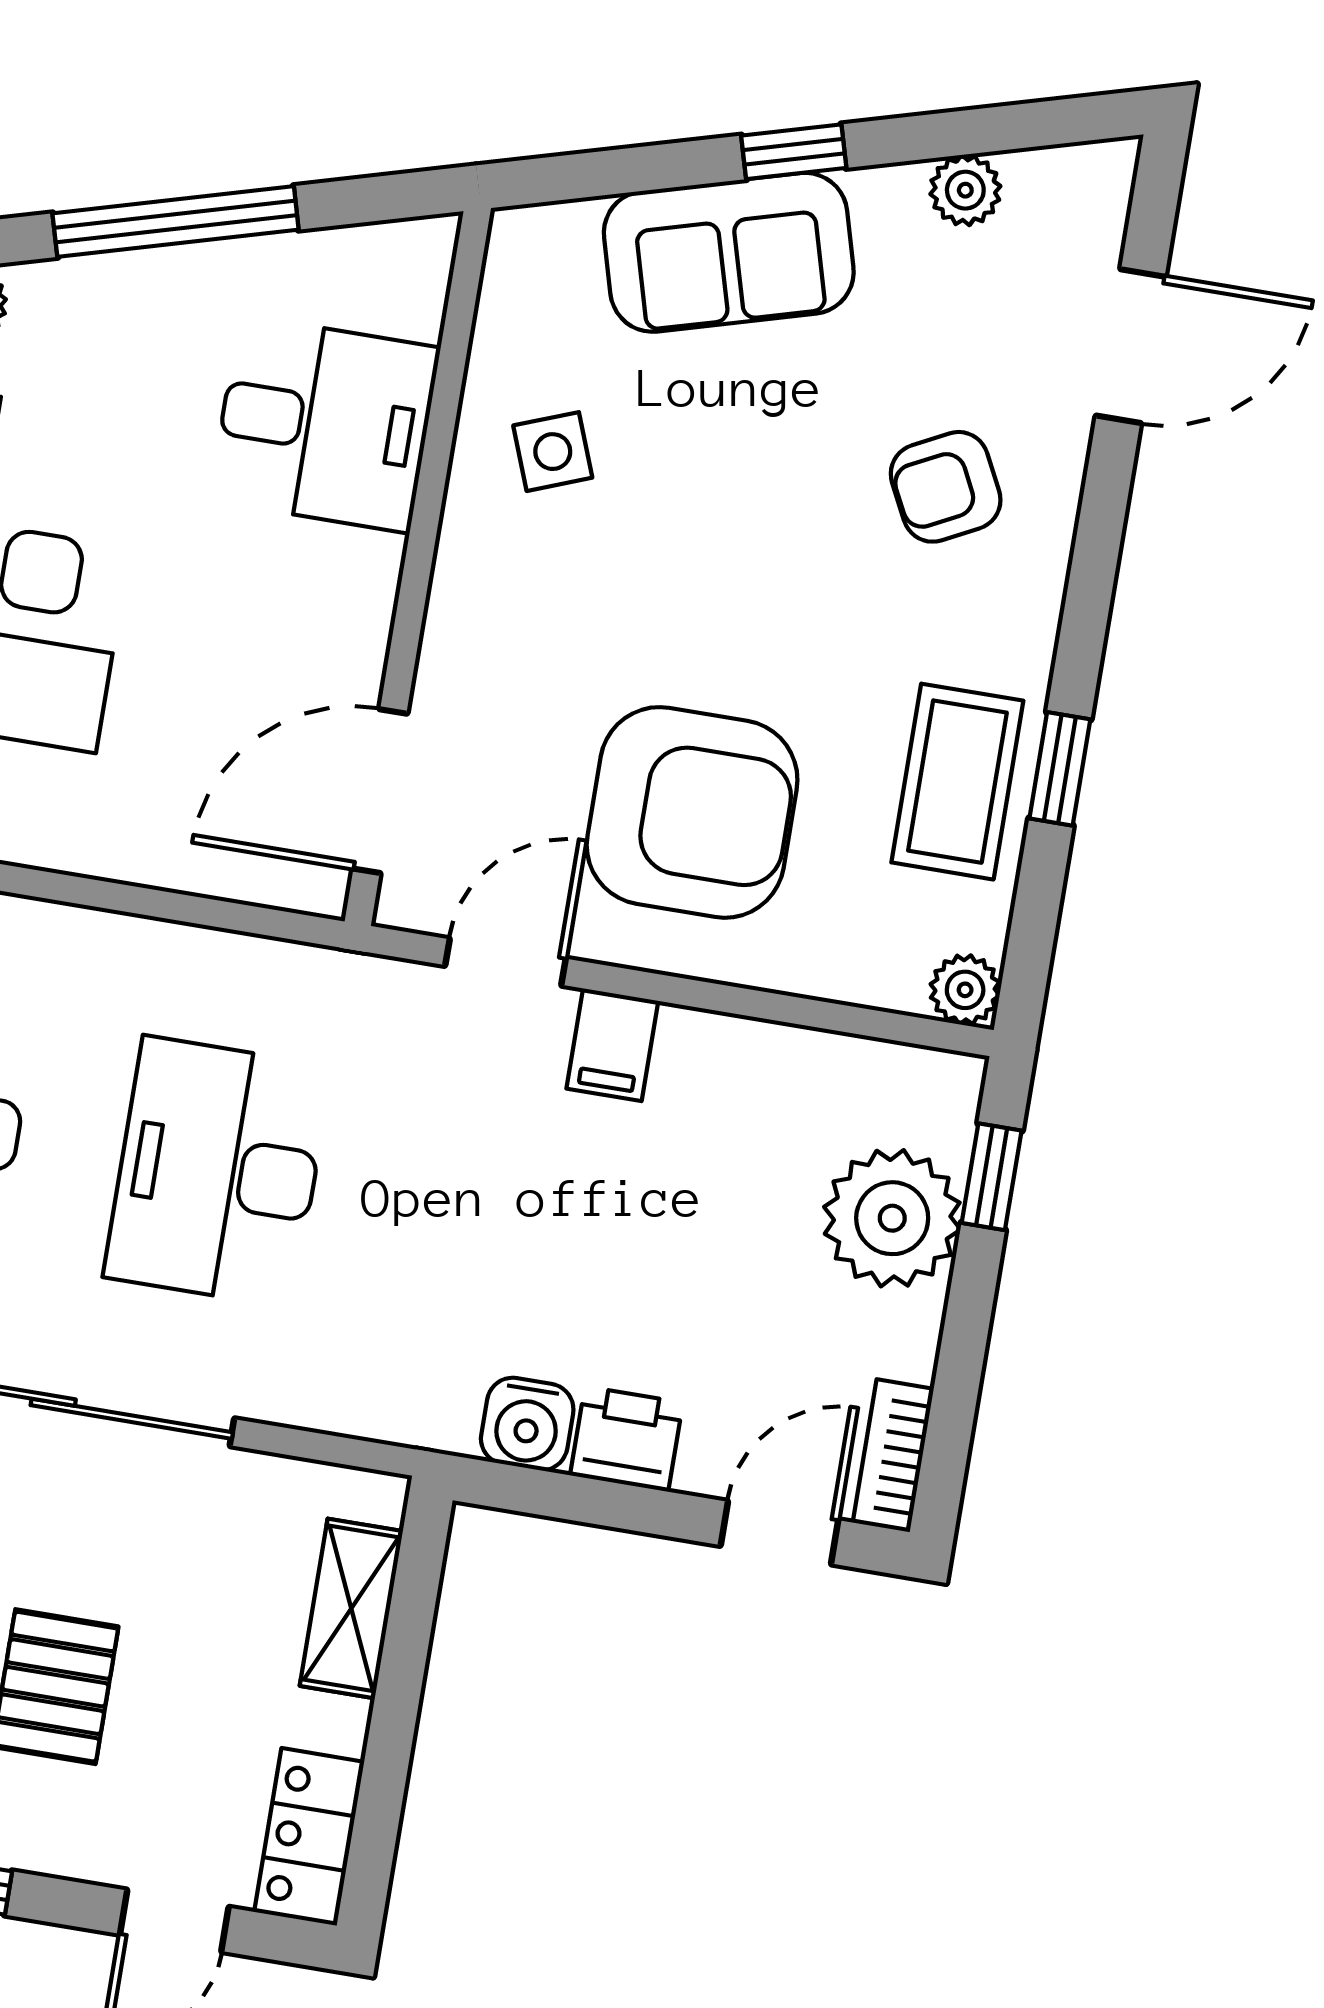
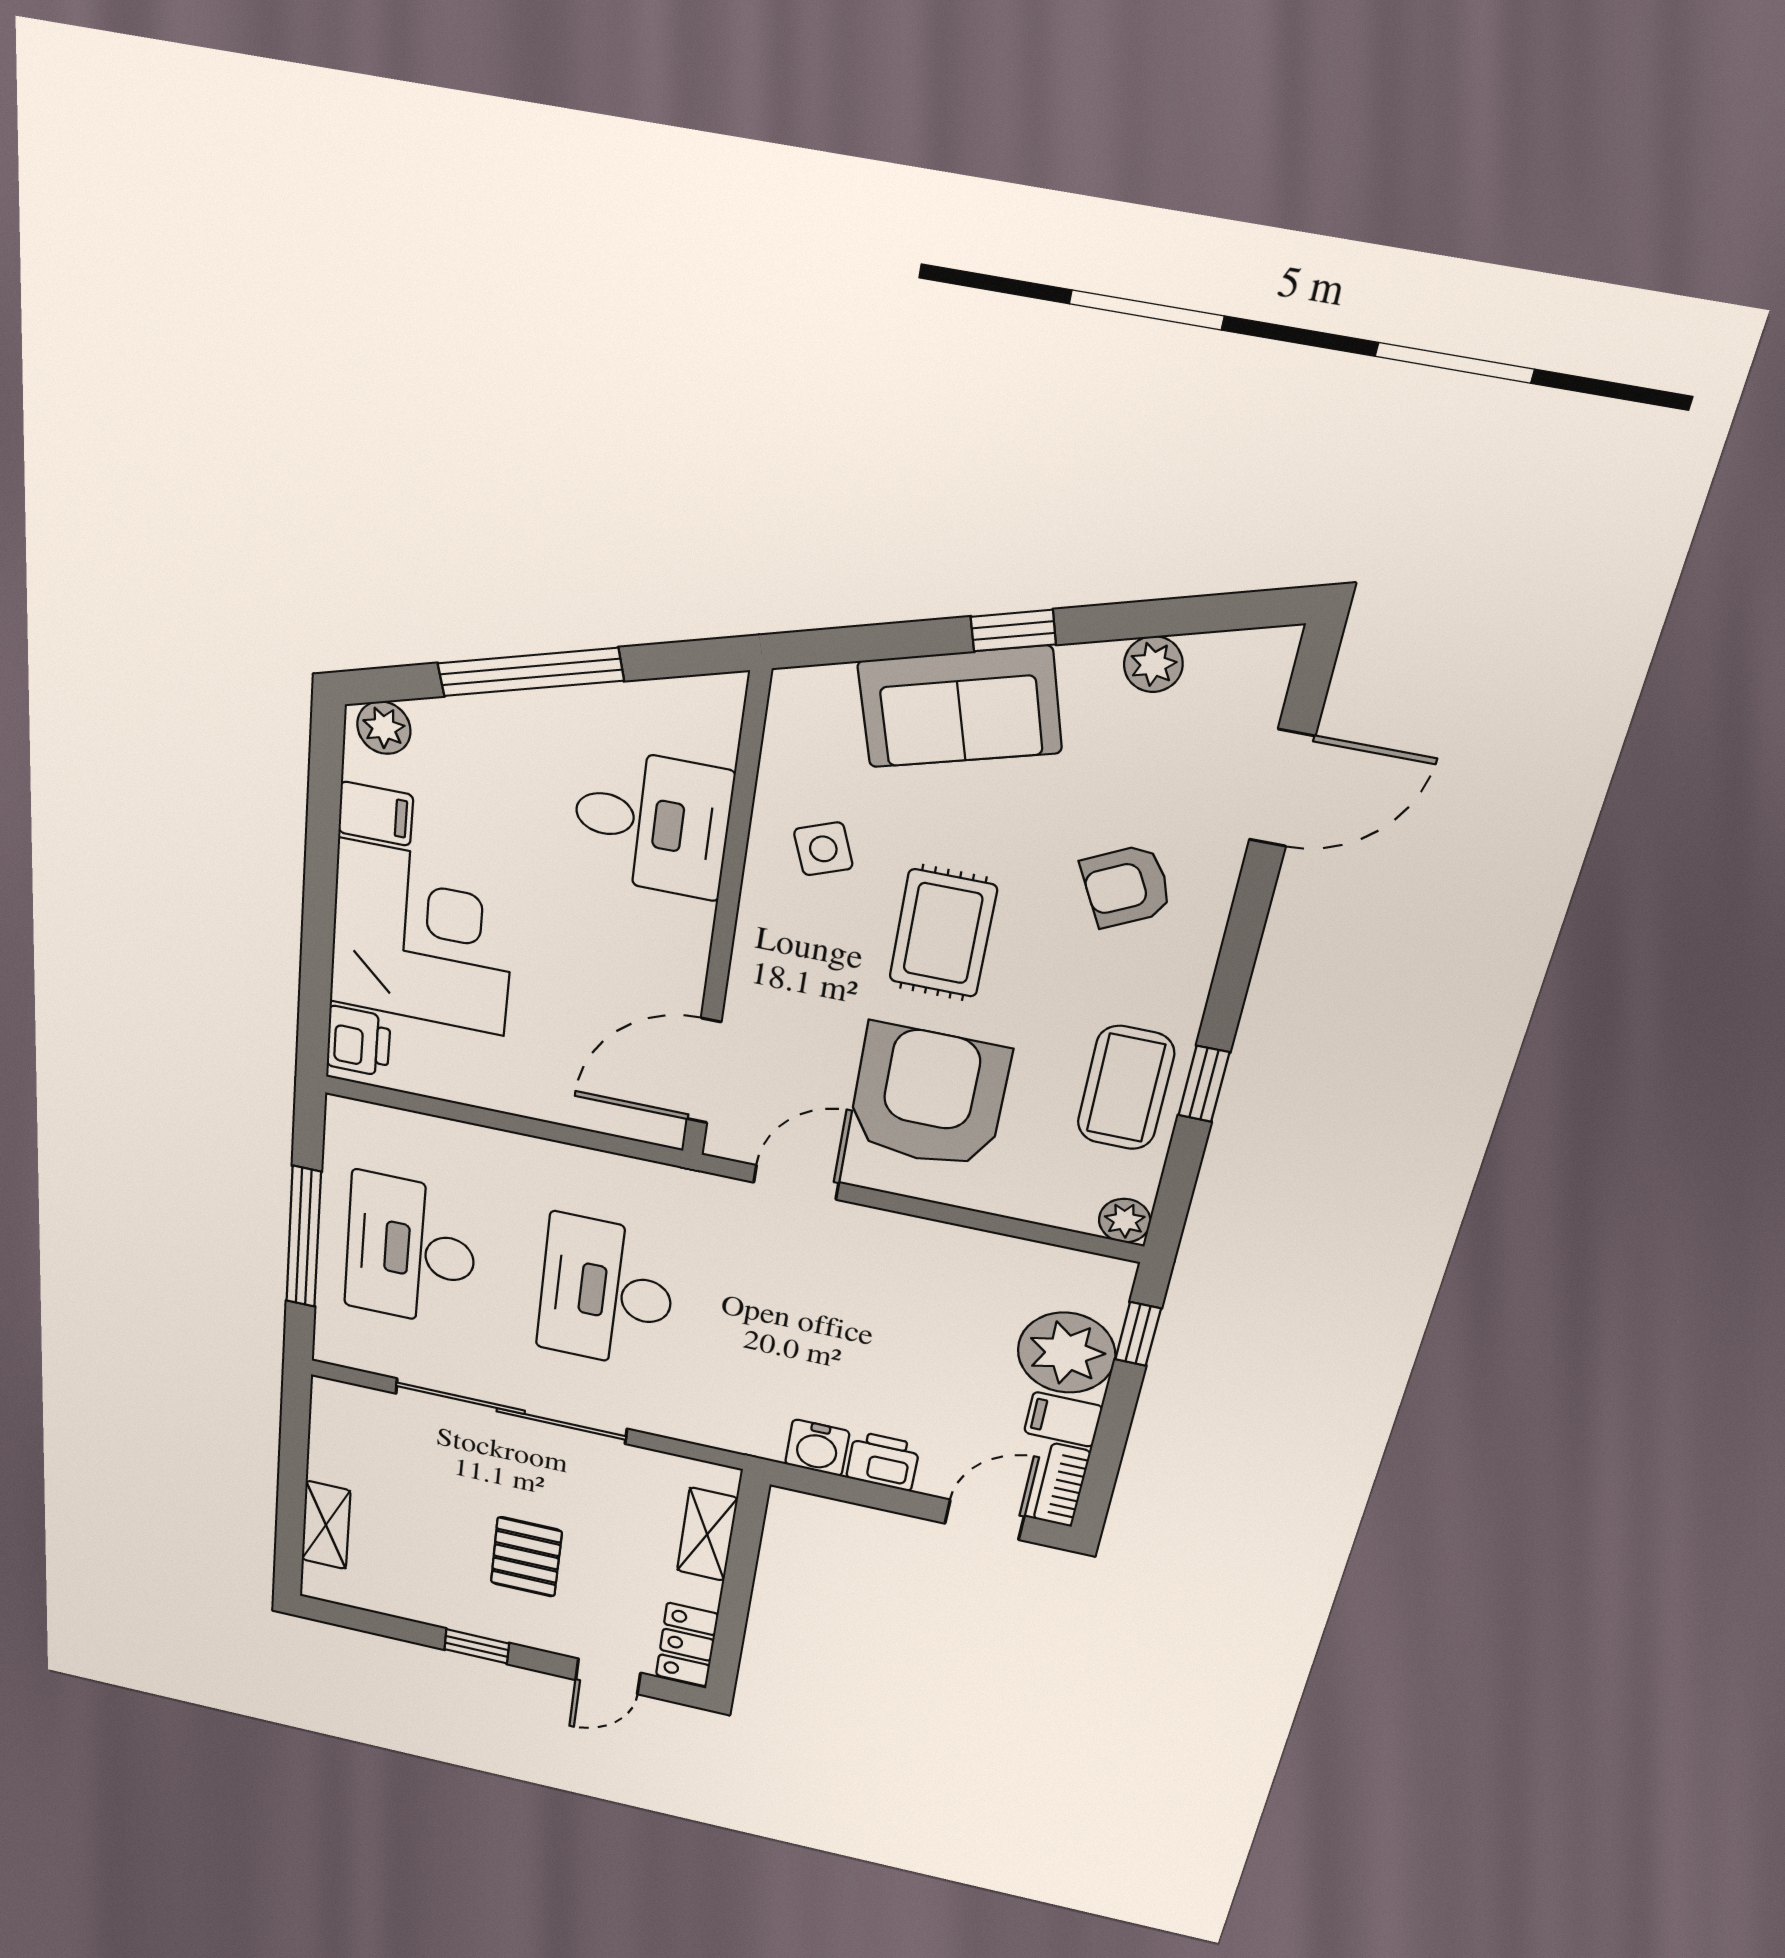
rug: (710, 565) -> (943, 933), added
armchair: (692, 812) -> (929, 1097), turned -90
filing cabinet: (612, 1045) -> (1063, 1419), moved, turned 90

